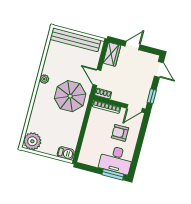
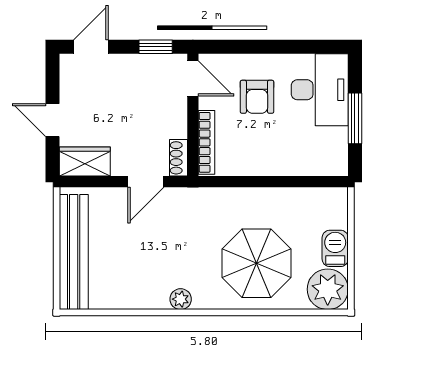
parasol: (70, 96) -> (257, 263), moved
barbecue: (66, 153) -> (335, 248), moved
window: (113, 174) -> (355, 118), moved

